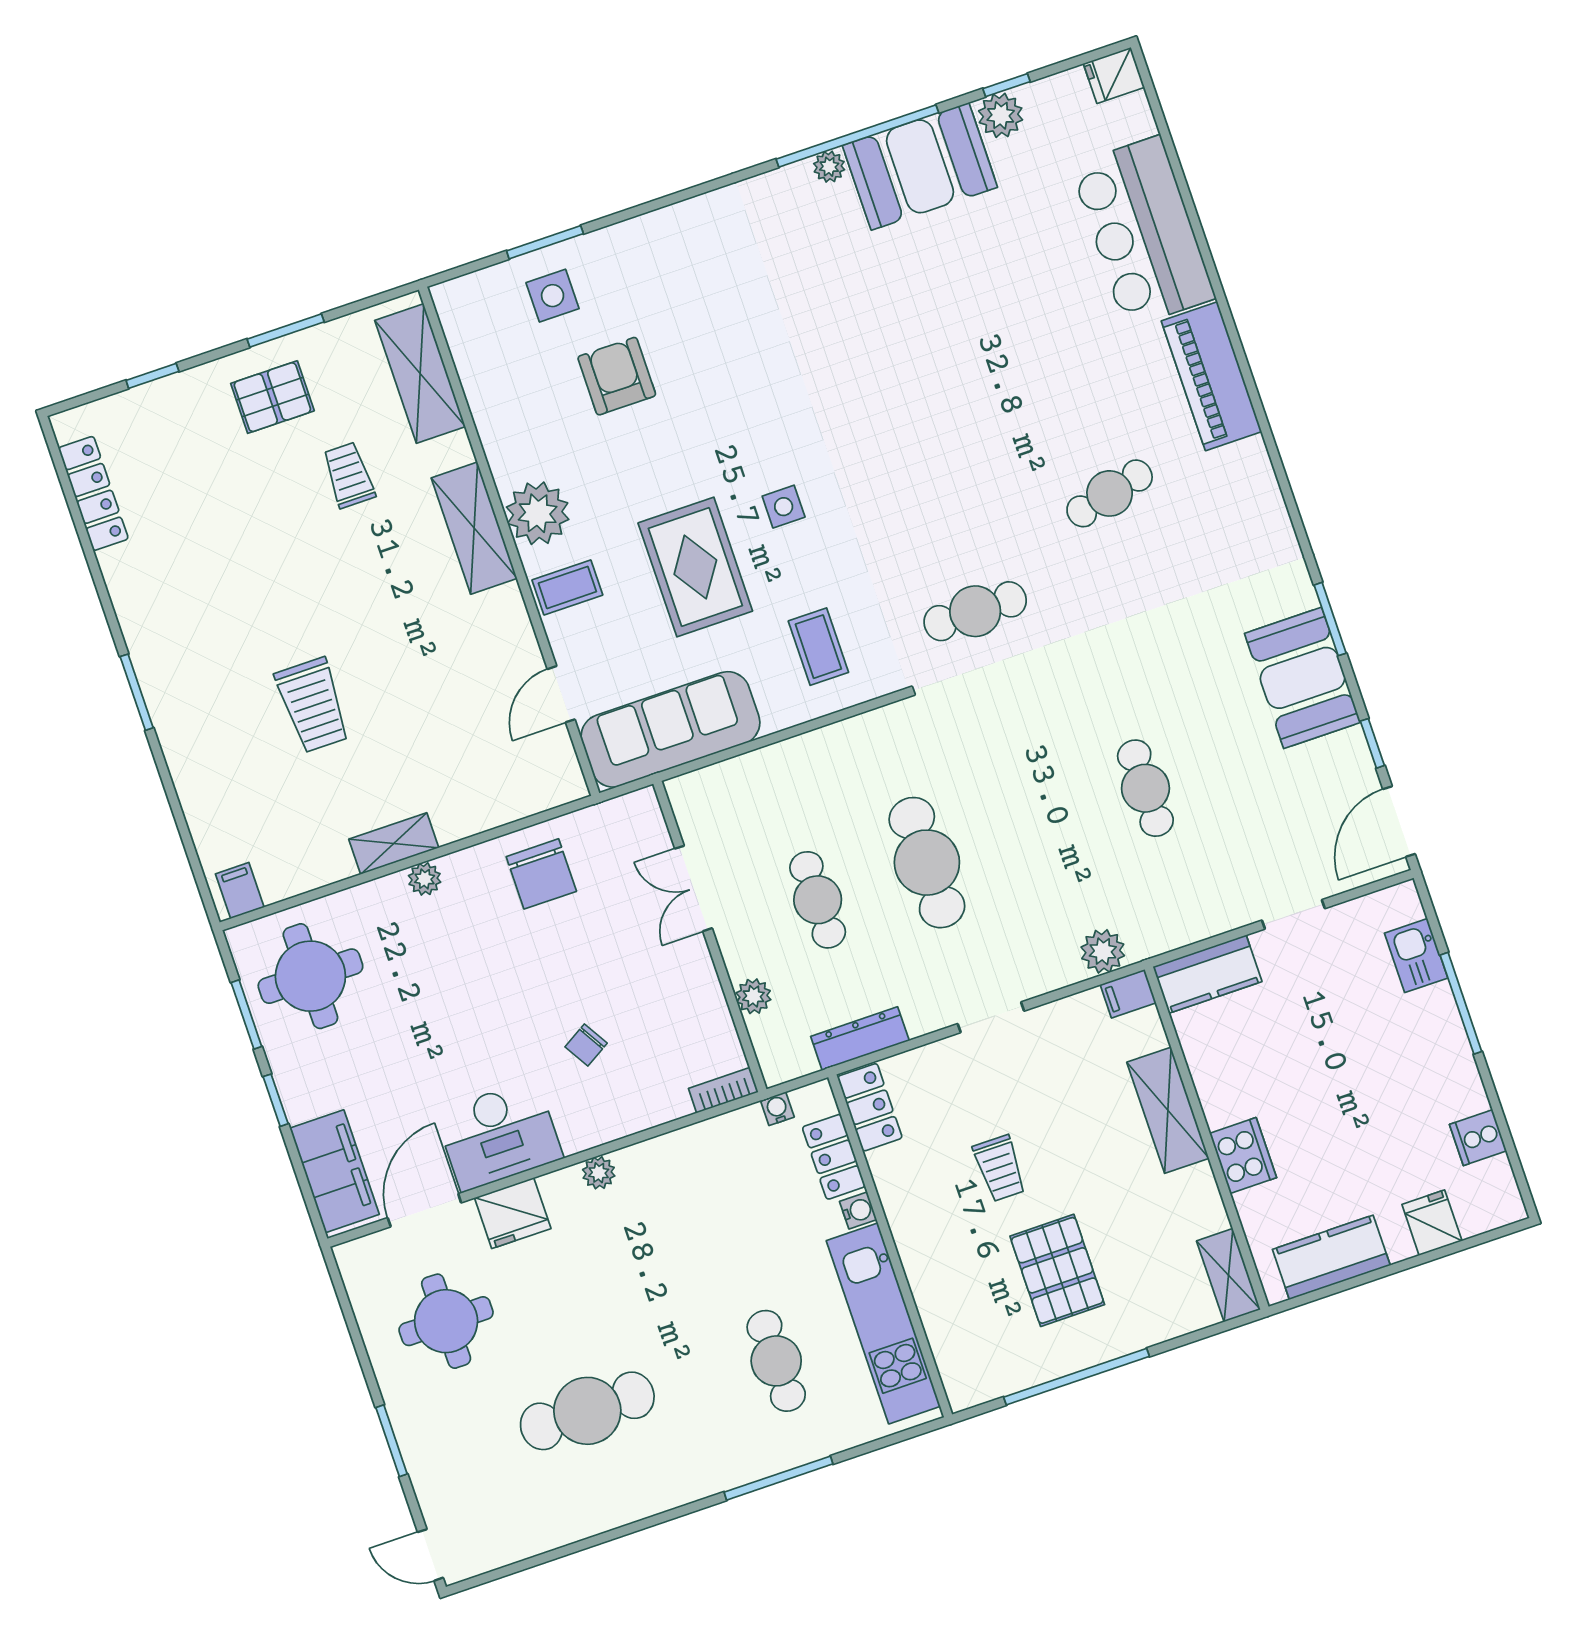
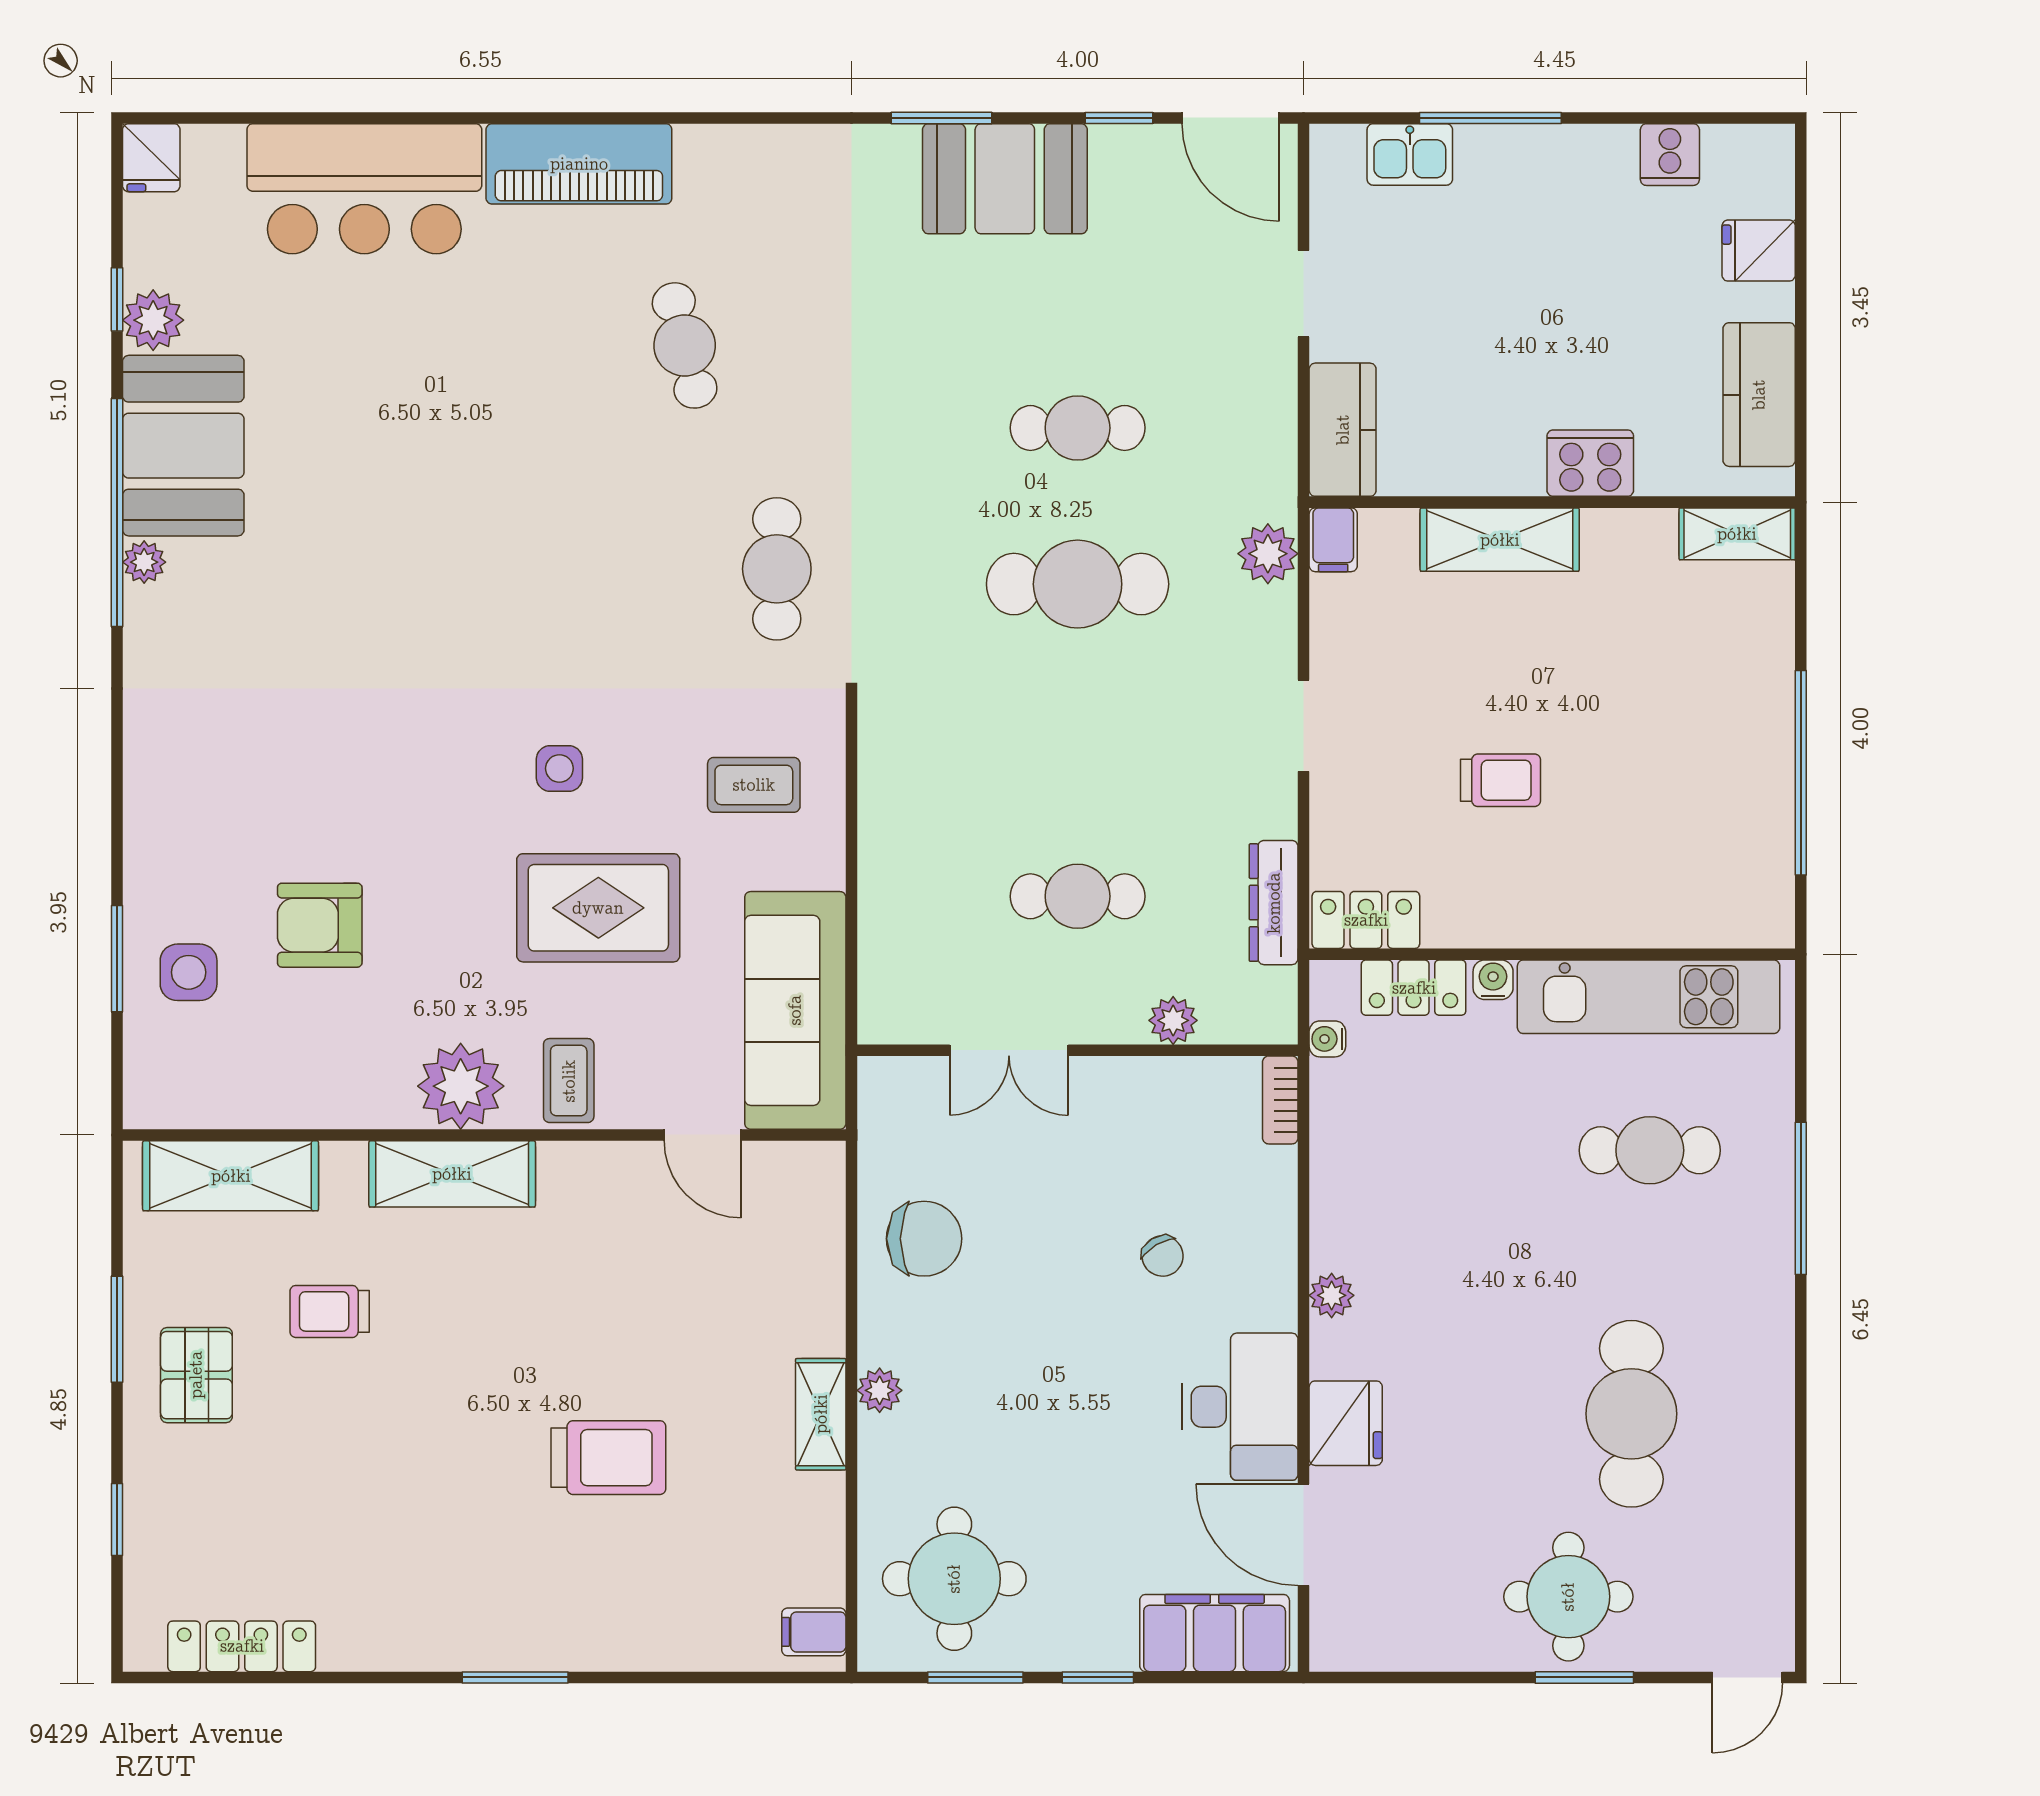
cafe table: (927, 863) -> (1078, 584), moved
pallet: (1057, 1270) -> (1656, 751), removed
round table: (446, 1321) -> (1568, 1597), moved

